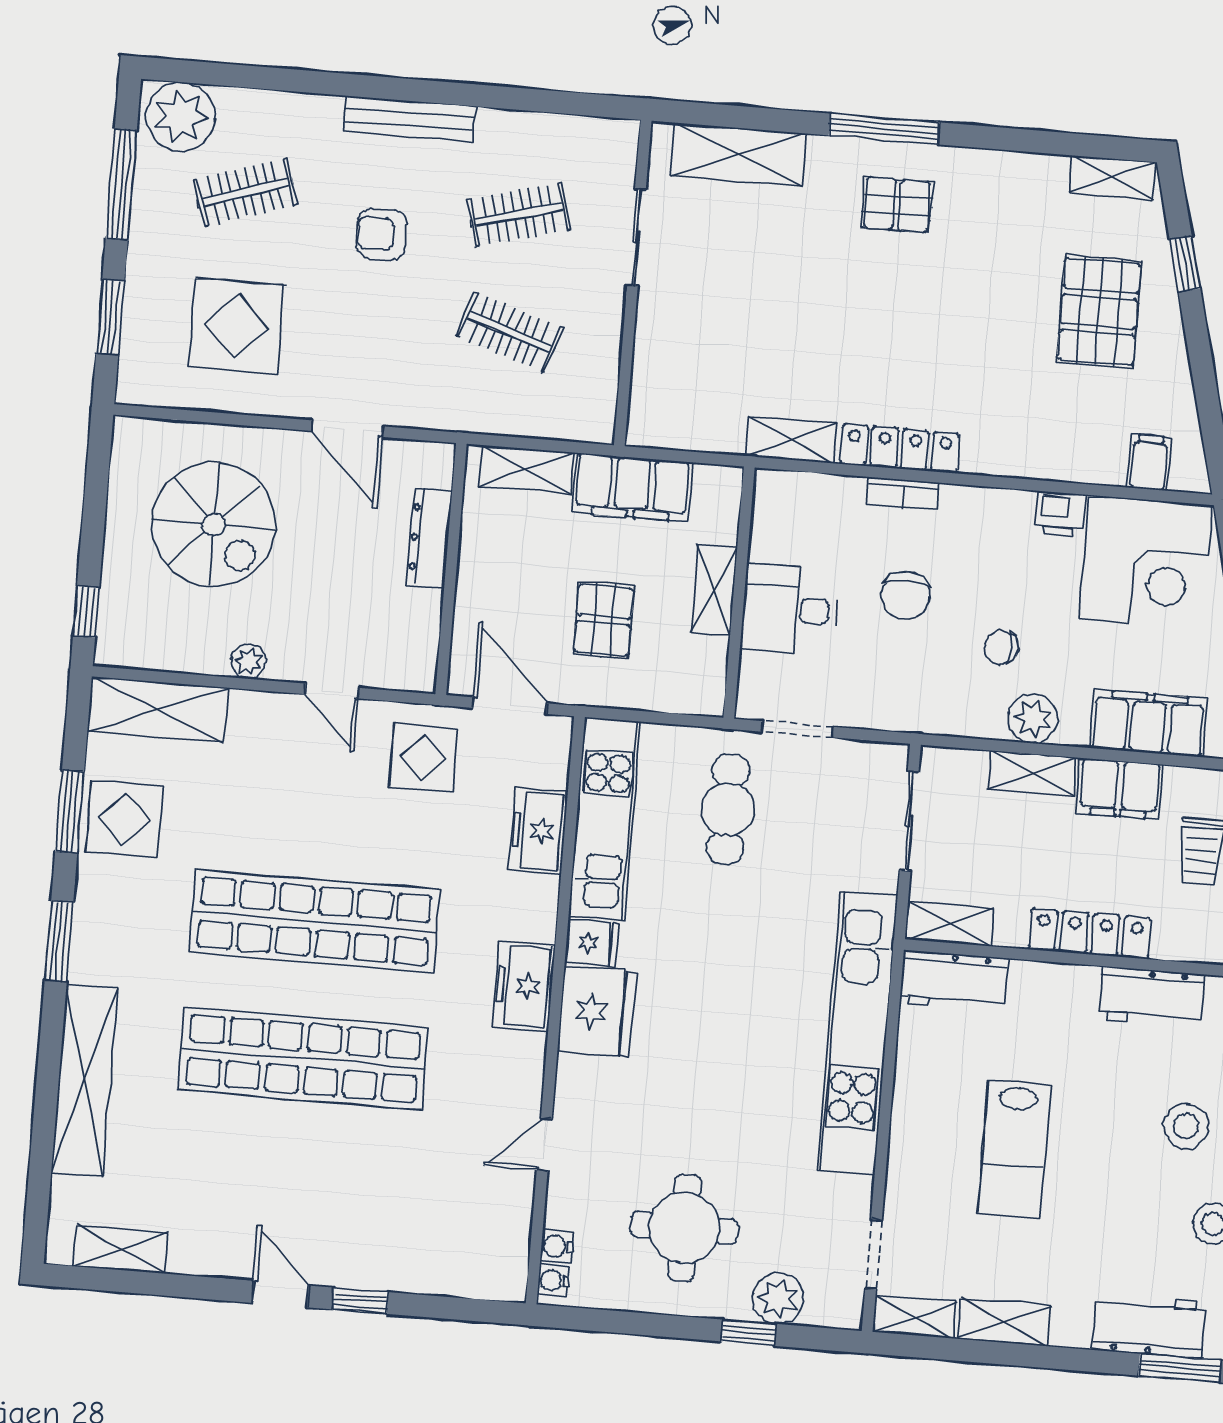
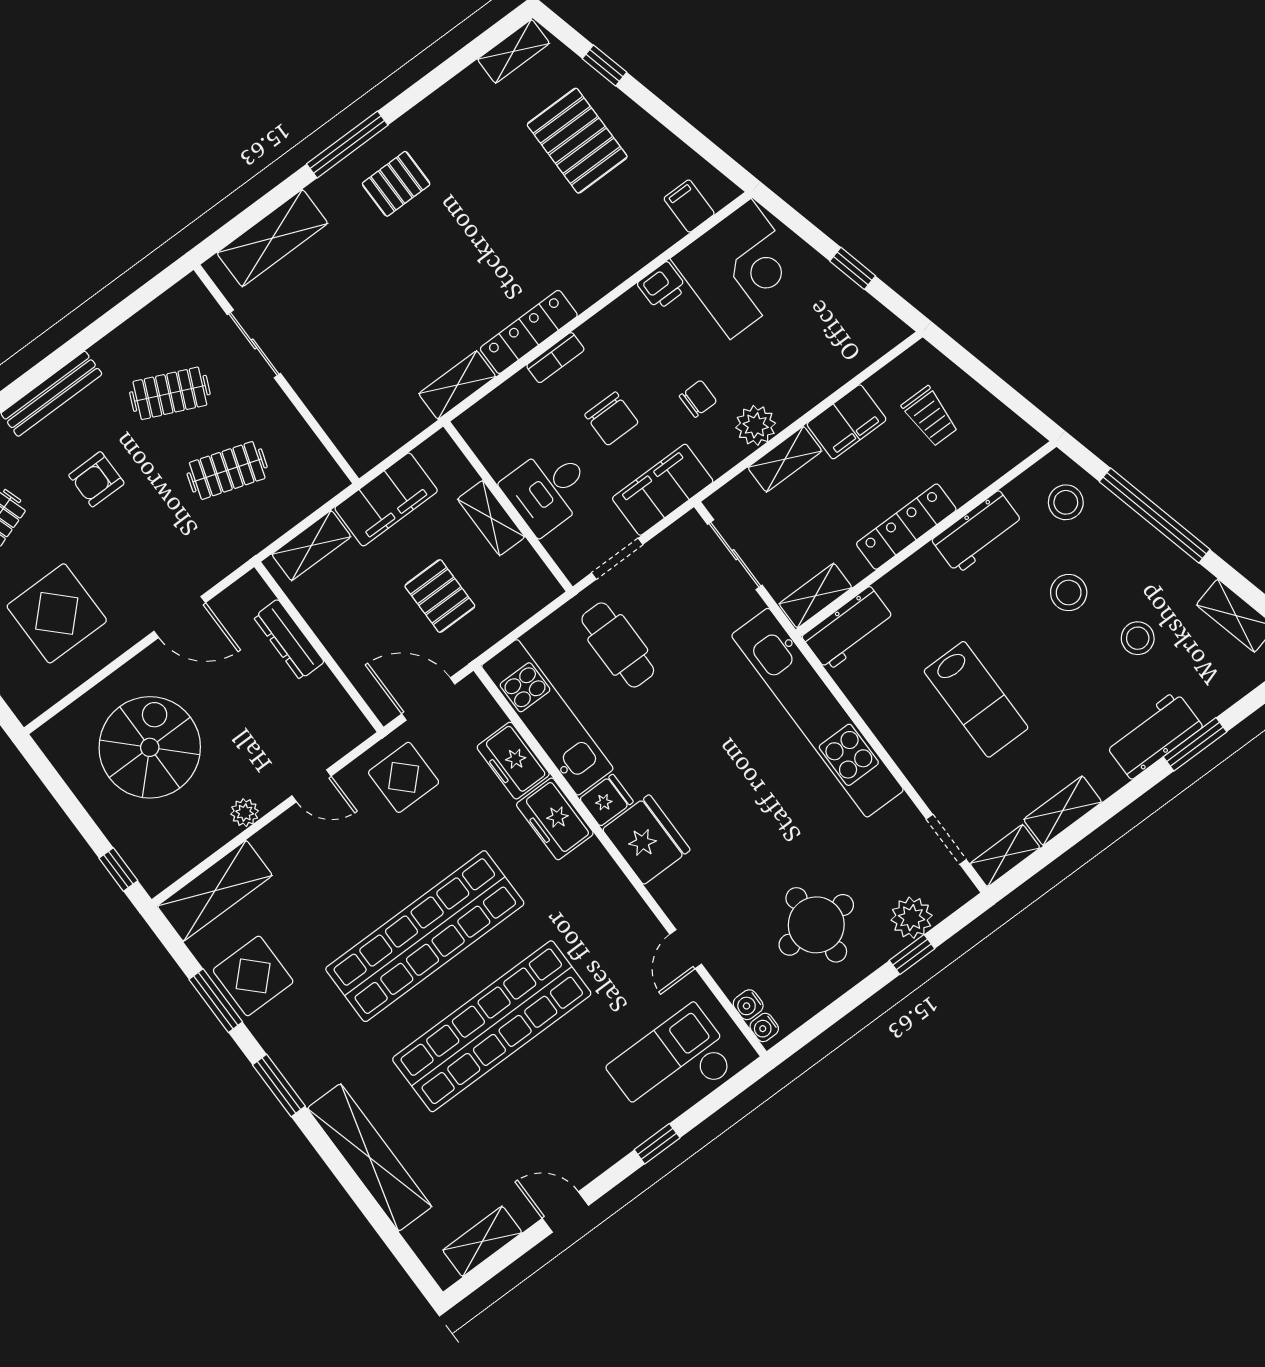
clothes rail: (519, 215) -> (170, 393), turned 39
spiral stairs: (214, 525) -> (150, 747), turned -90
chair: (1001, 647) -> (698, 399), turned 180
filing cabinet: (1148, 723) -> (663, 490), moved
freezer: (524, 986) -> (555, 819), moved
checkout: (439, 1241) -> (673, 1065), added
door: (280, 1294) -> (565, 1212), moved

